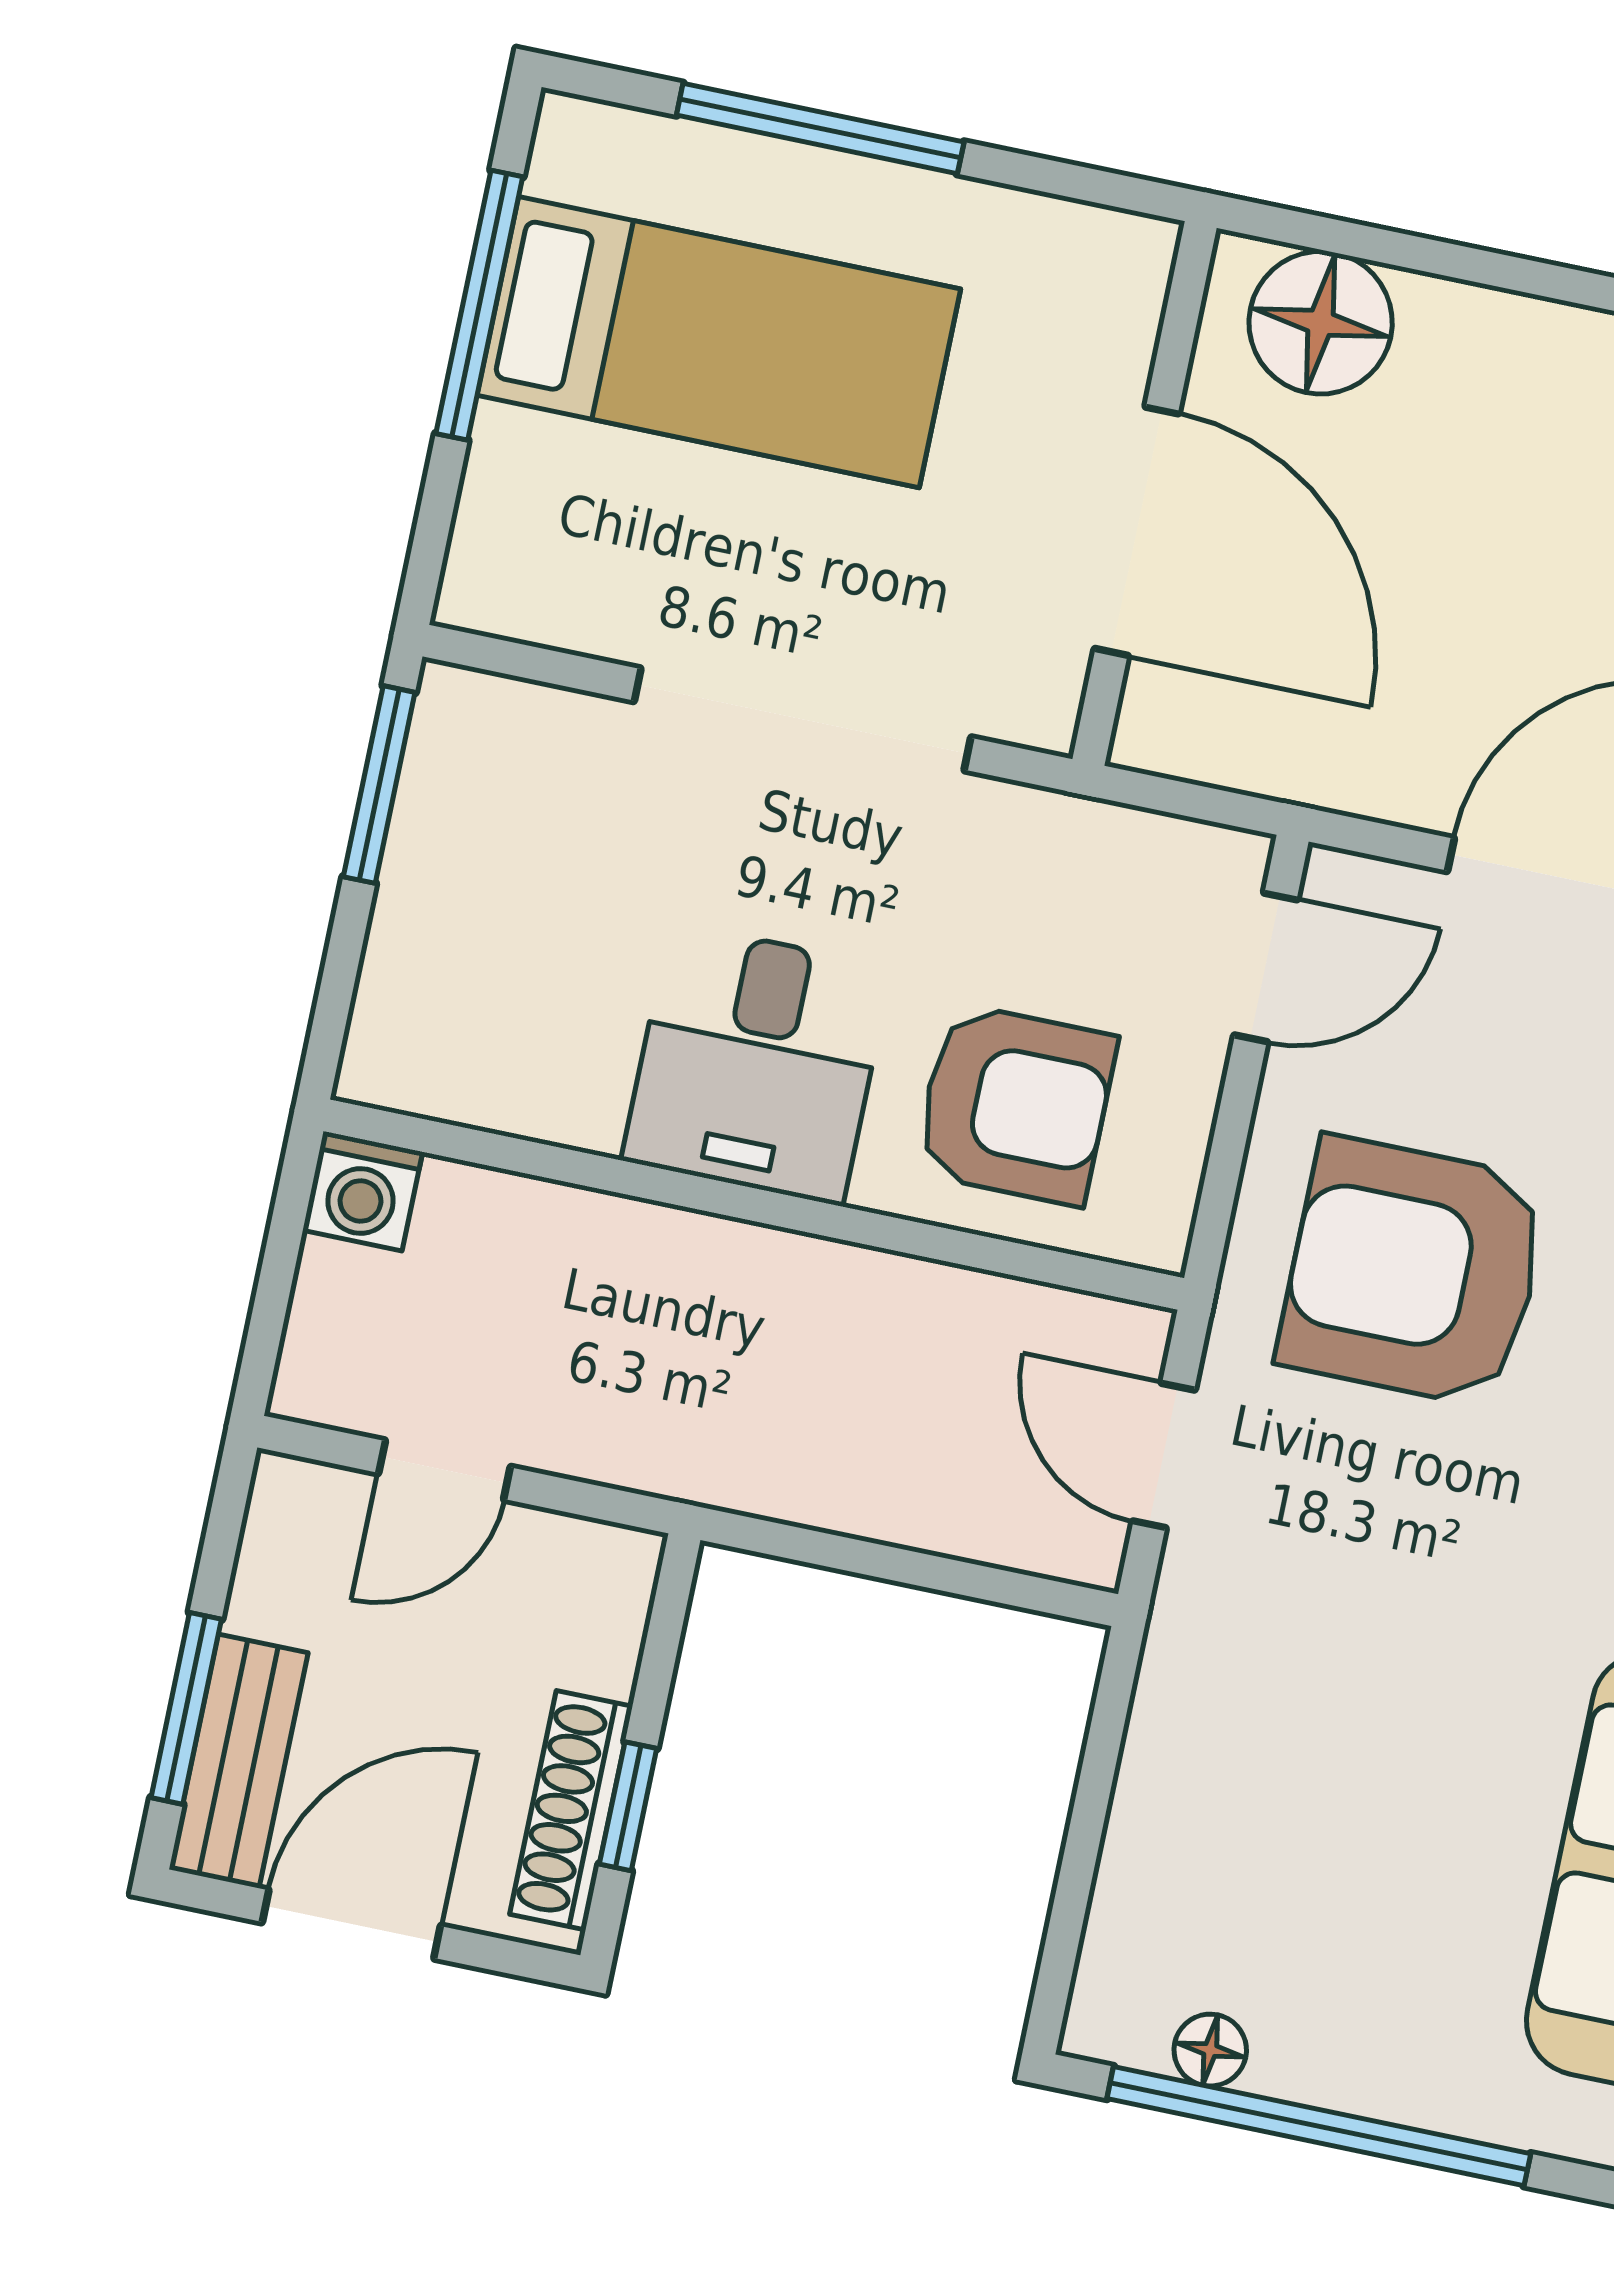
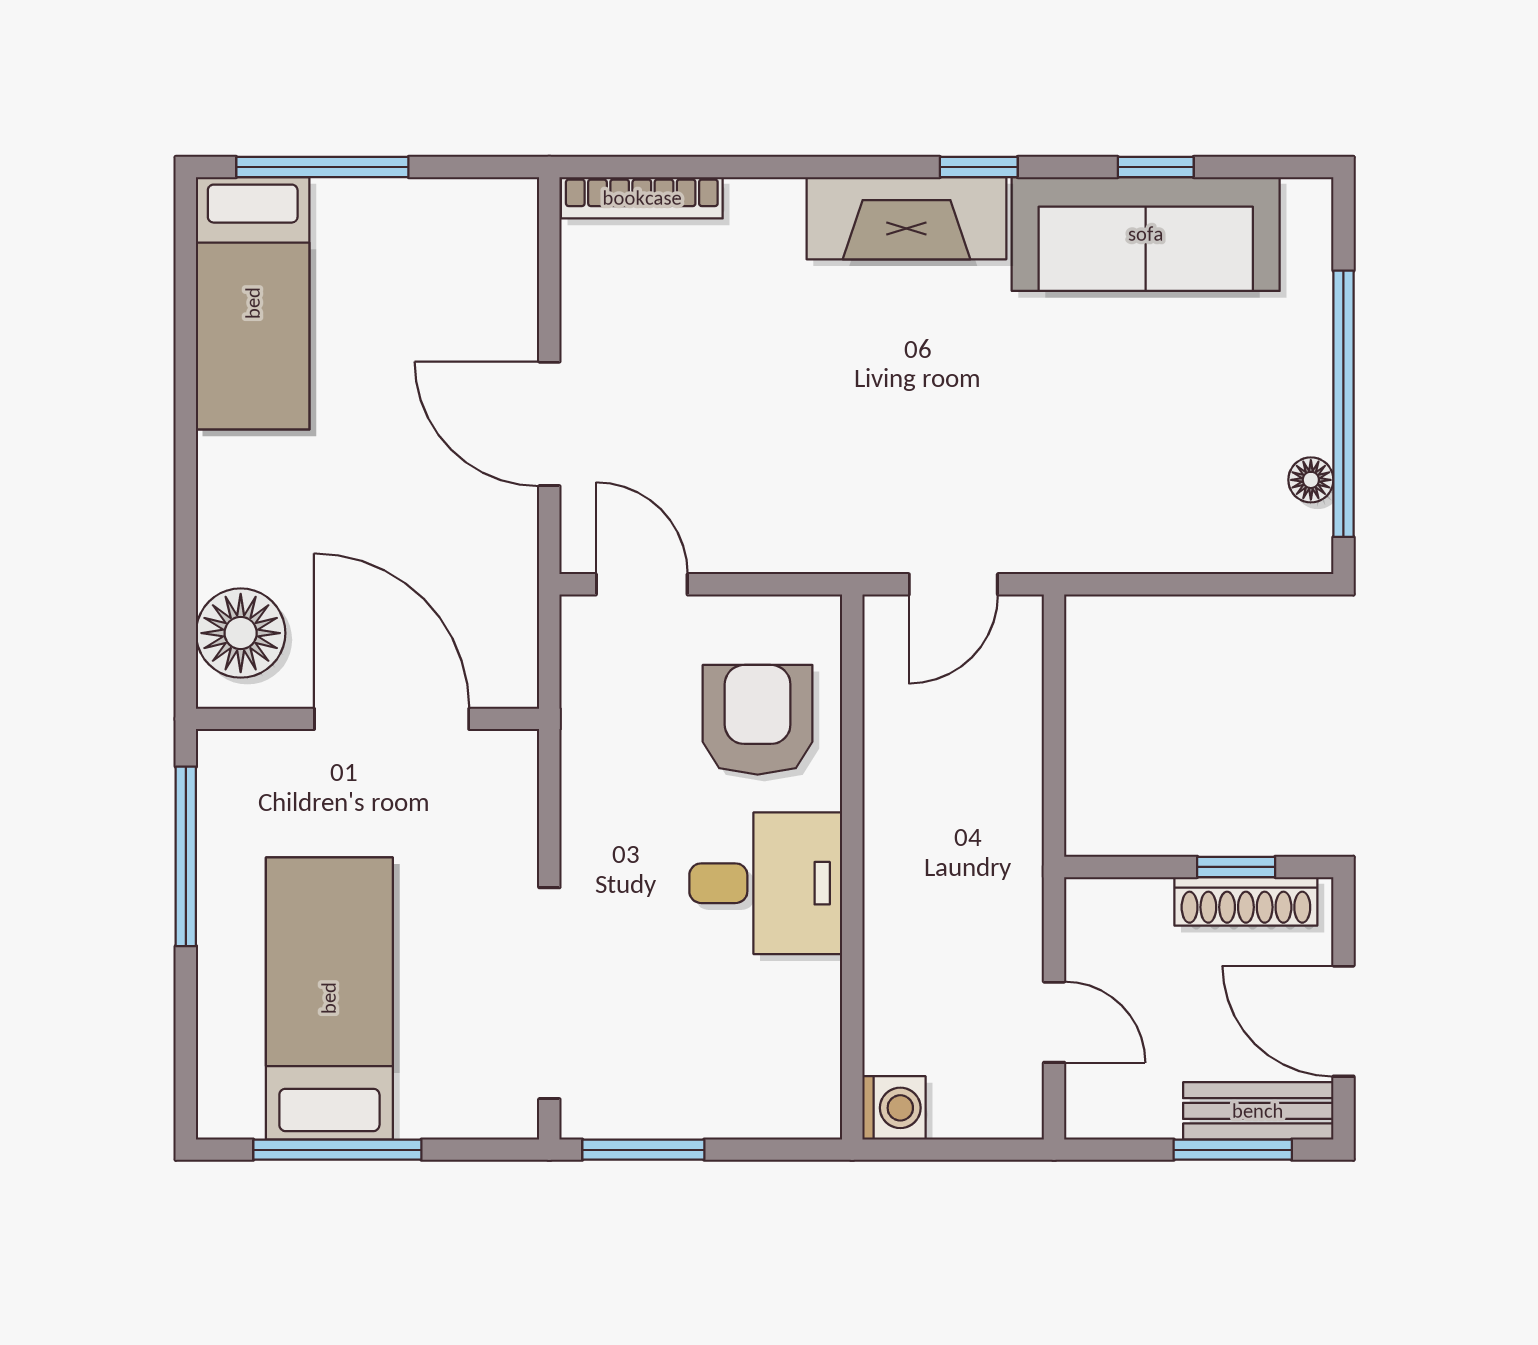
window: (820, 129) -> (186, 856), moved
door: (1137, 531) -> (392, 719), hinge flipped
doorway: (803, 719) -> (549, 993), moved
armchair: (1413, 1272) -> (809, 455), removed

